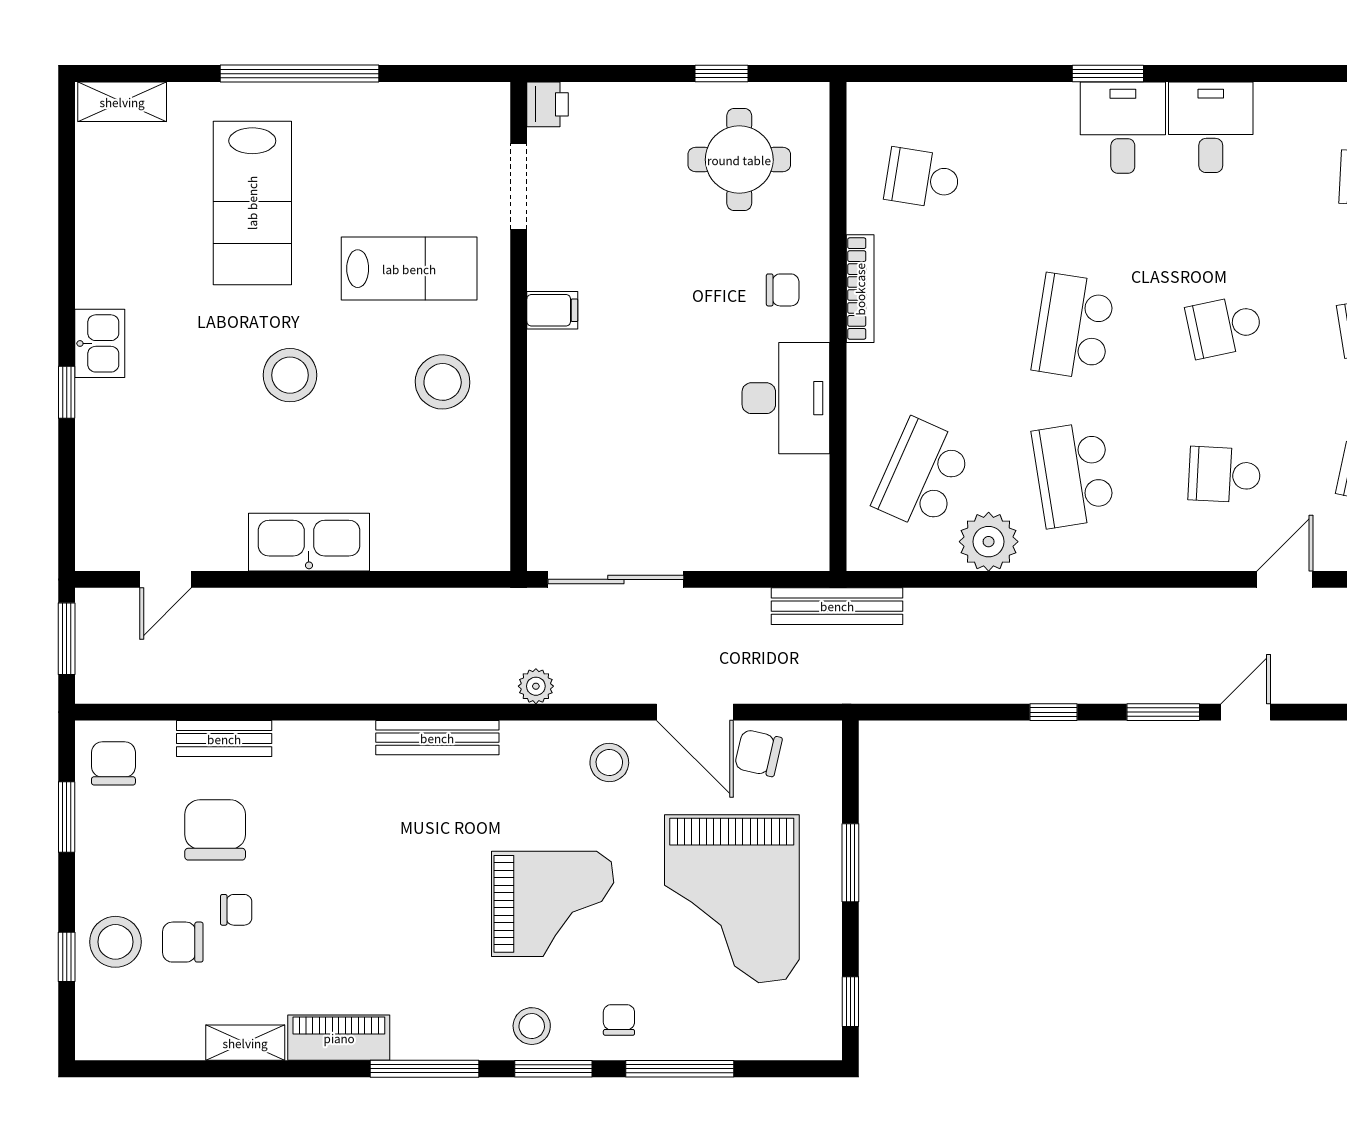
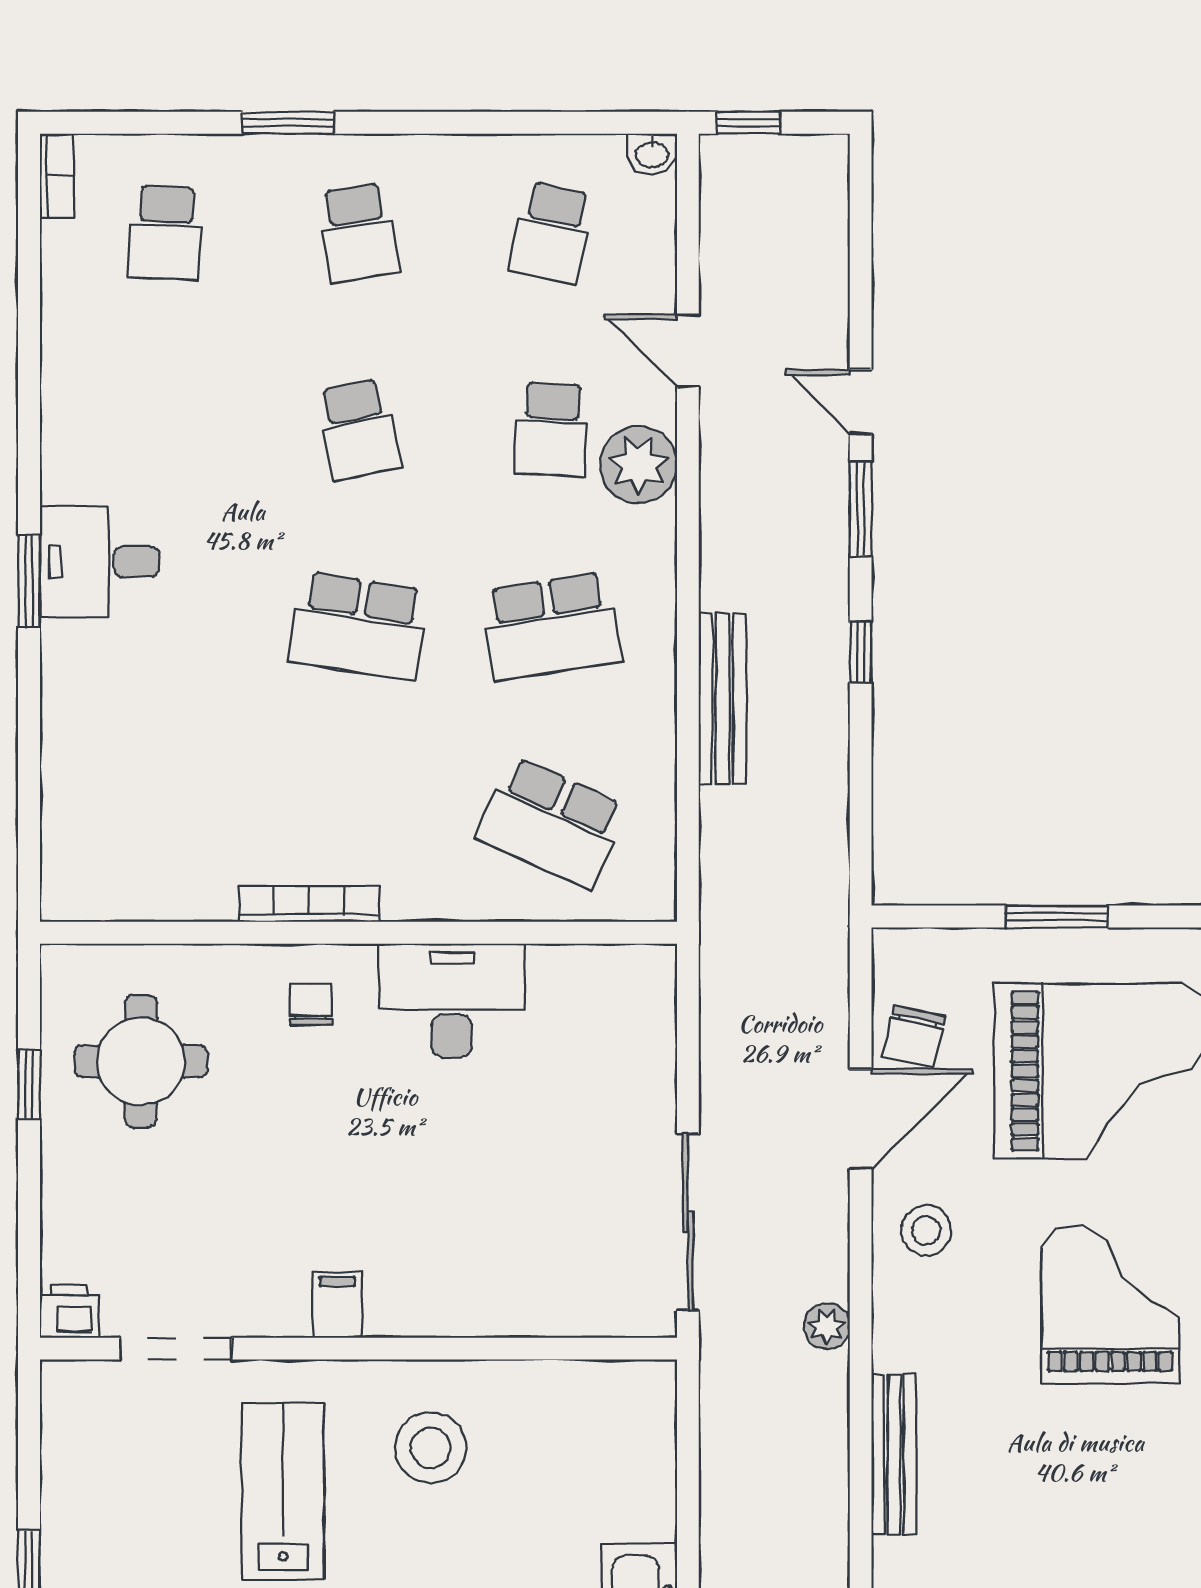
desk: (1211, 127) -> (99, 447), removed
school desk: (922, 178) -> (165, 823), removed
plant: (989, 542) -> (639, 465), moved
bench: (837, 606) -> (723, 699), moved

